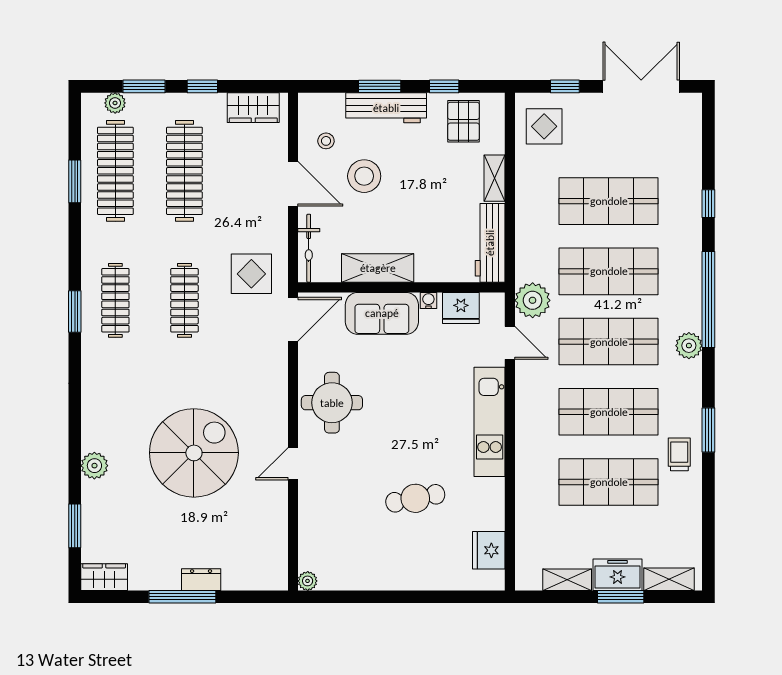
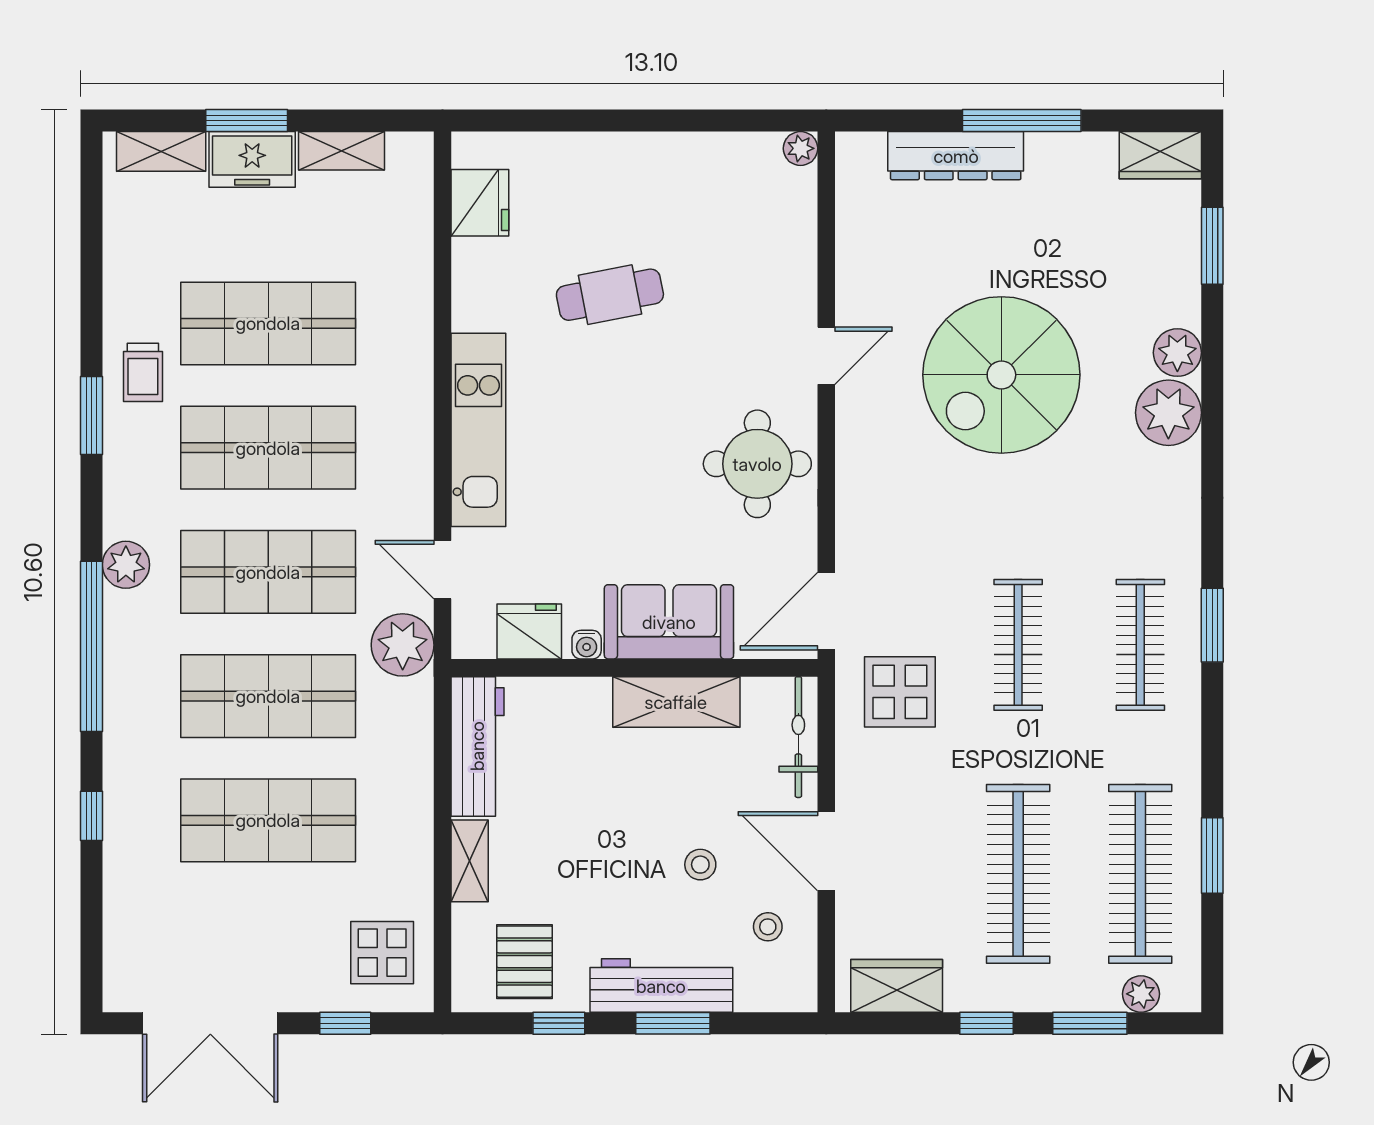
stool: (364, 176) -> (700, 865), width x0.53, depth x0.53
plant: (99, 432) -> (1168, 413), added
dresser: (201, 580) -> (956, 156), width x1.96, depth x1.24

